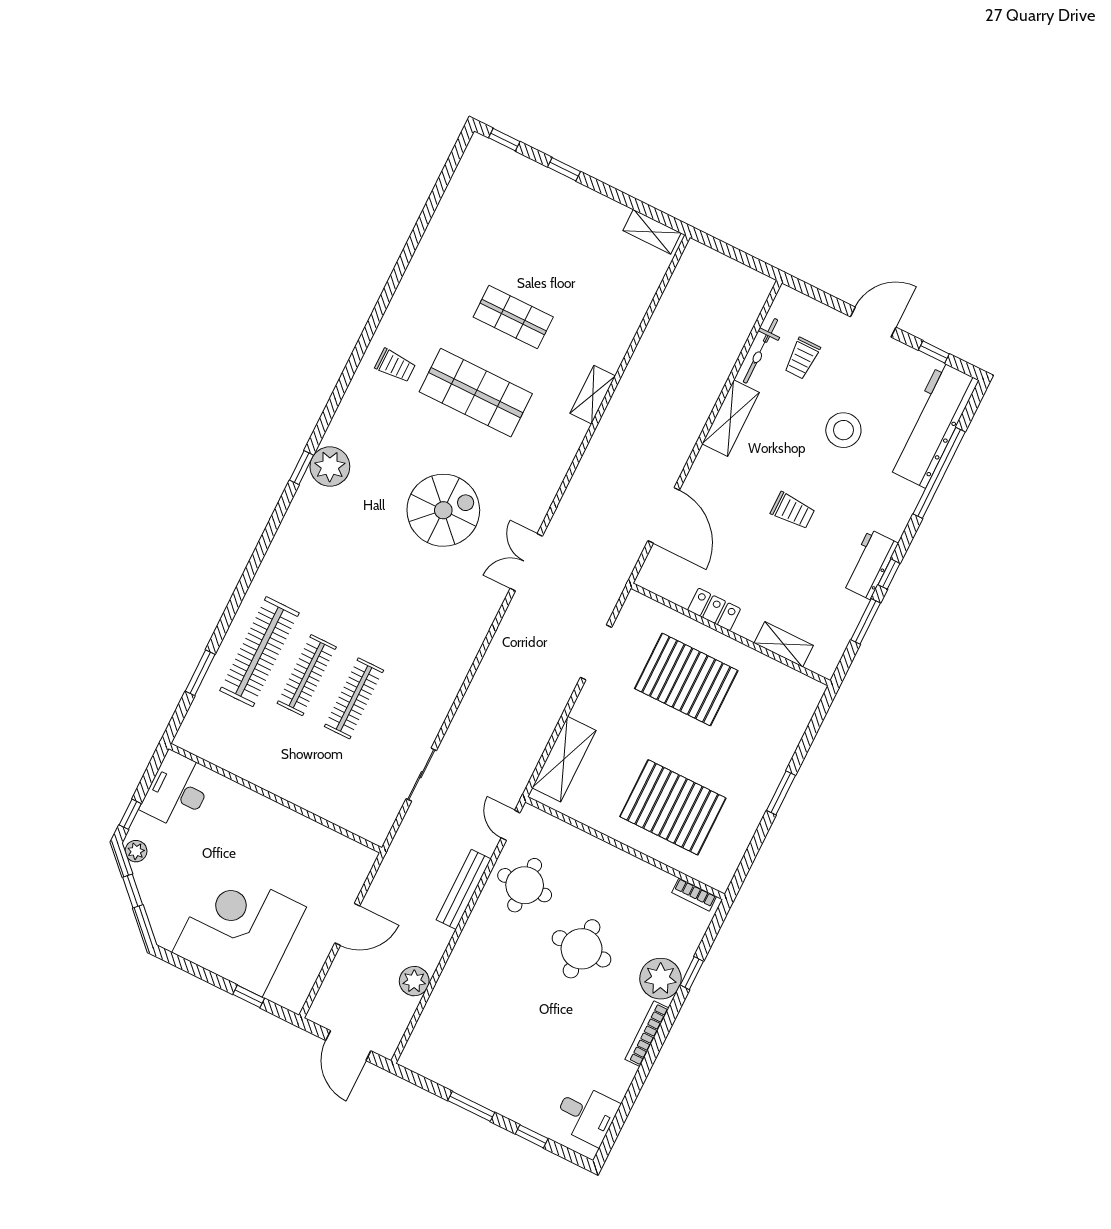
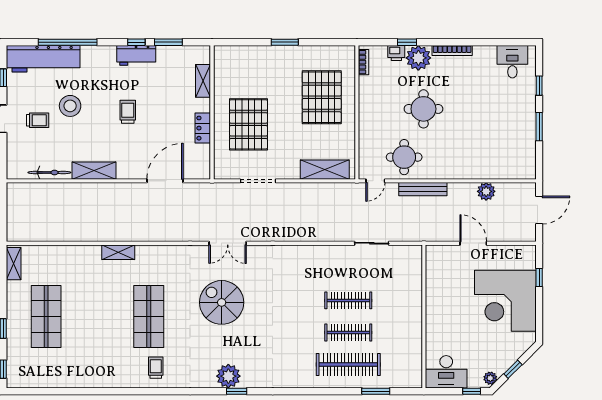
shop shelf: (513, 317) -> (46, 316), moved, width x1.43, depth x1.36
trolley: (802, 358) -> (38, 120), moved
printer: (684, 950) -> (396, 53), added

